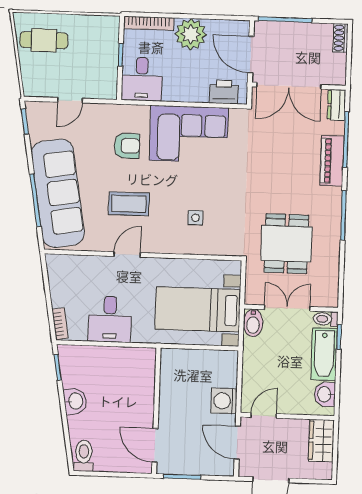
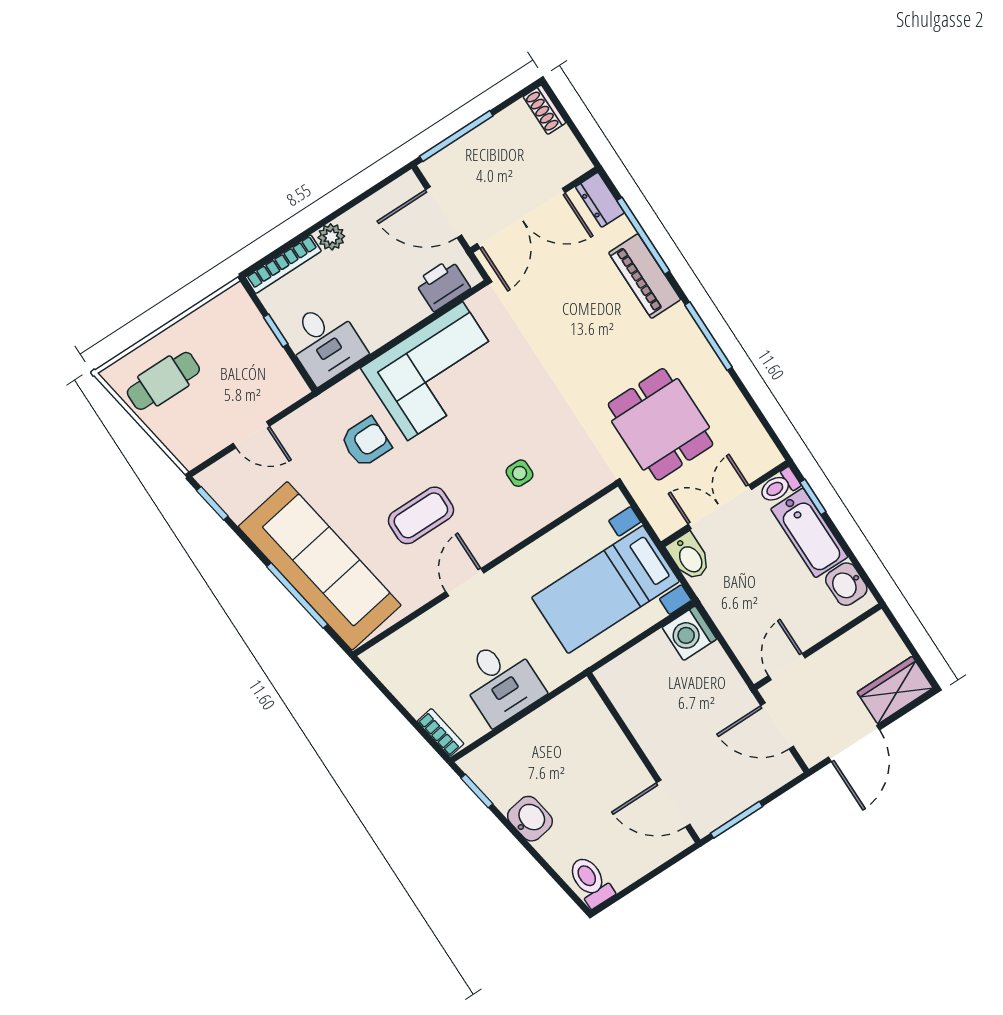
plant: (191, 34) -> (331, 237), width x0.53, depth x0.53
door: (70, 100) -> (251, 435), hinge flipped
washing machine: (224, 401) -> (689, 633), moved
wardrobe: (321, 441) -> (895, 690), moved, turned 90

